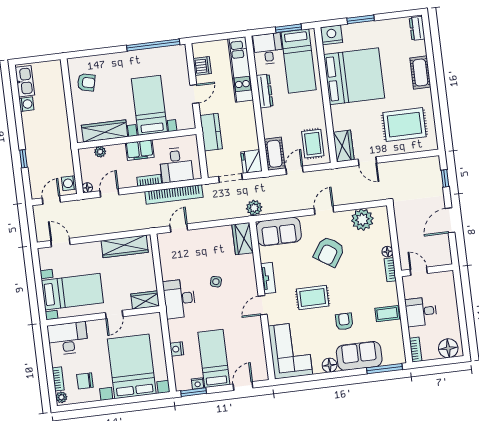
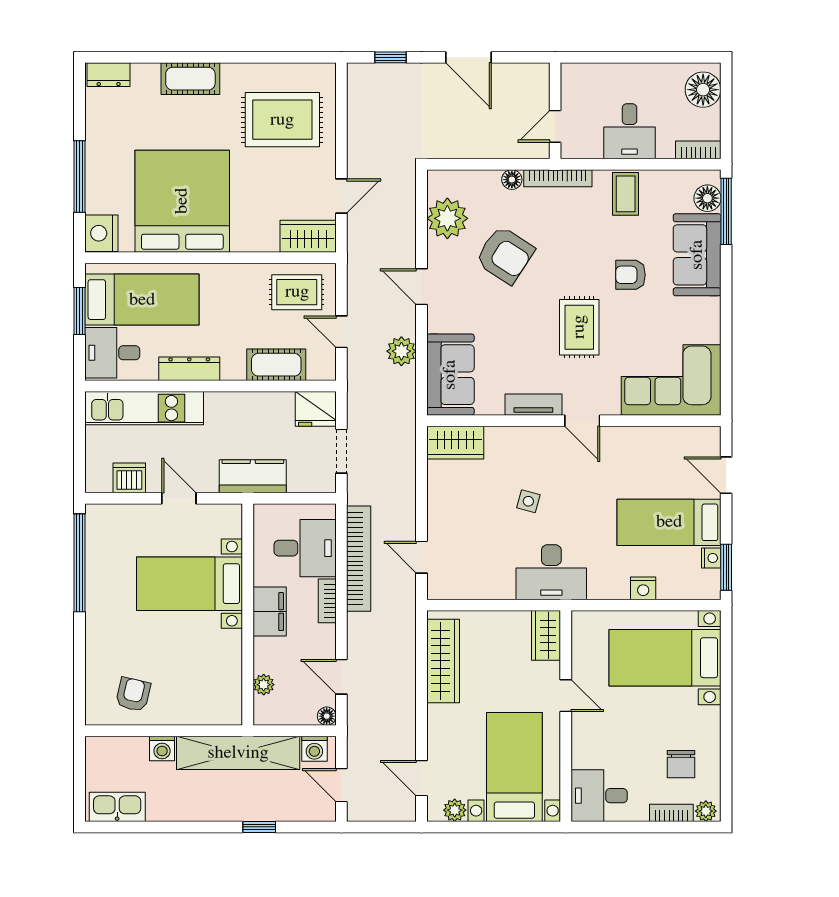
window: (361, 19) -> (79, 177), width x1.44
washing machine: (26, 104) -> (162, 749), moved, turned 180
rug: (404, 125) -> (282, 120), turned 90
wardrobe: (105, 131) -> (227, 672), removed
shelving: (62, 143) -> (238, 753), added
cot: (275, 154) -> (276, 365), moved
plant: (254, 208) -> (401, 351), moved
door: (60, 243) -> (422, 778), hinge flipped
armchair: (329, 252) -> (505, 255), moved
plant: (45, 262) -> (455, 810), added
bookcase: (390, 270) -> (558, 178), width x1.56
desk: (68, 338) -> (599, 796), width x0.73
floor lamp: (330, 365) -> (707, 198), moved
bed with nightstands: (132, 366) -> (665, 658), width x0.73

